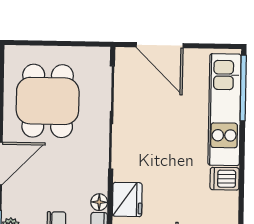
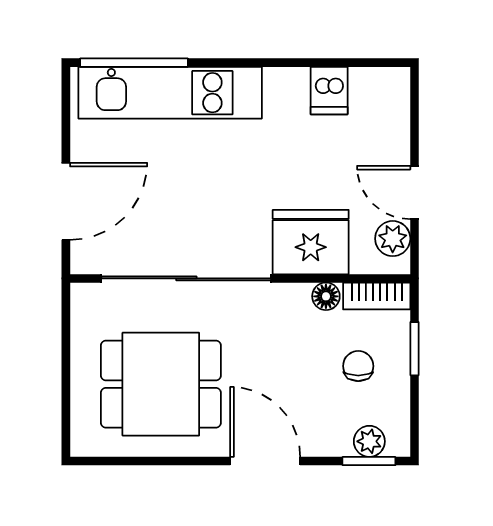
dishwasher: (225, 179) -> (329, 91), moved
fridge: (127, 199) -> (311, 242), width x1.36, depth x1.34

